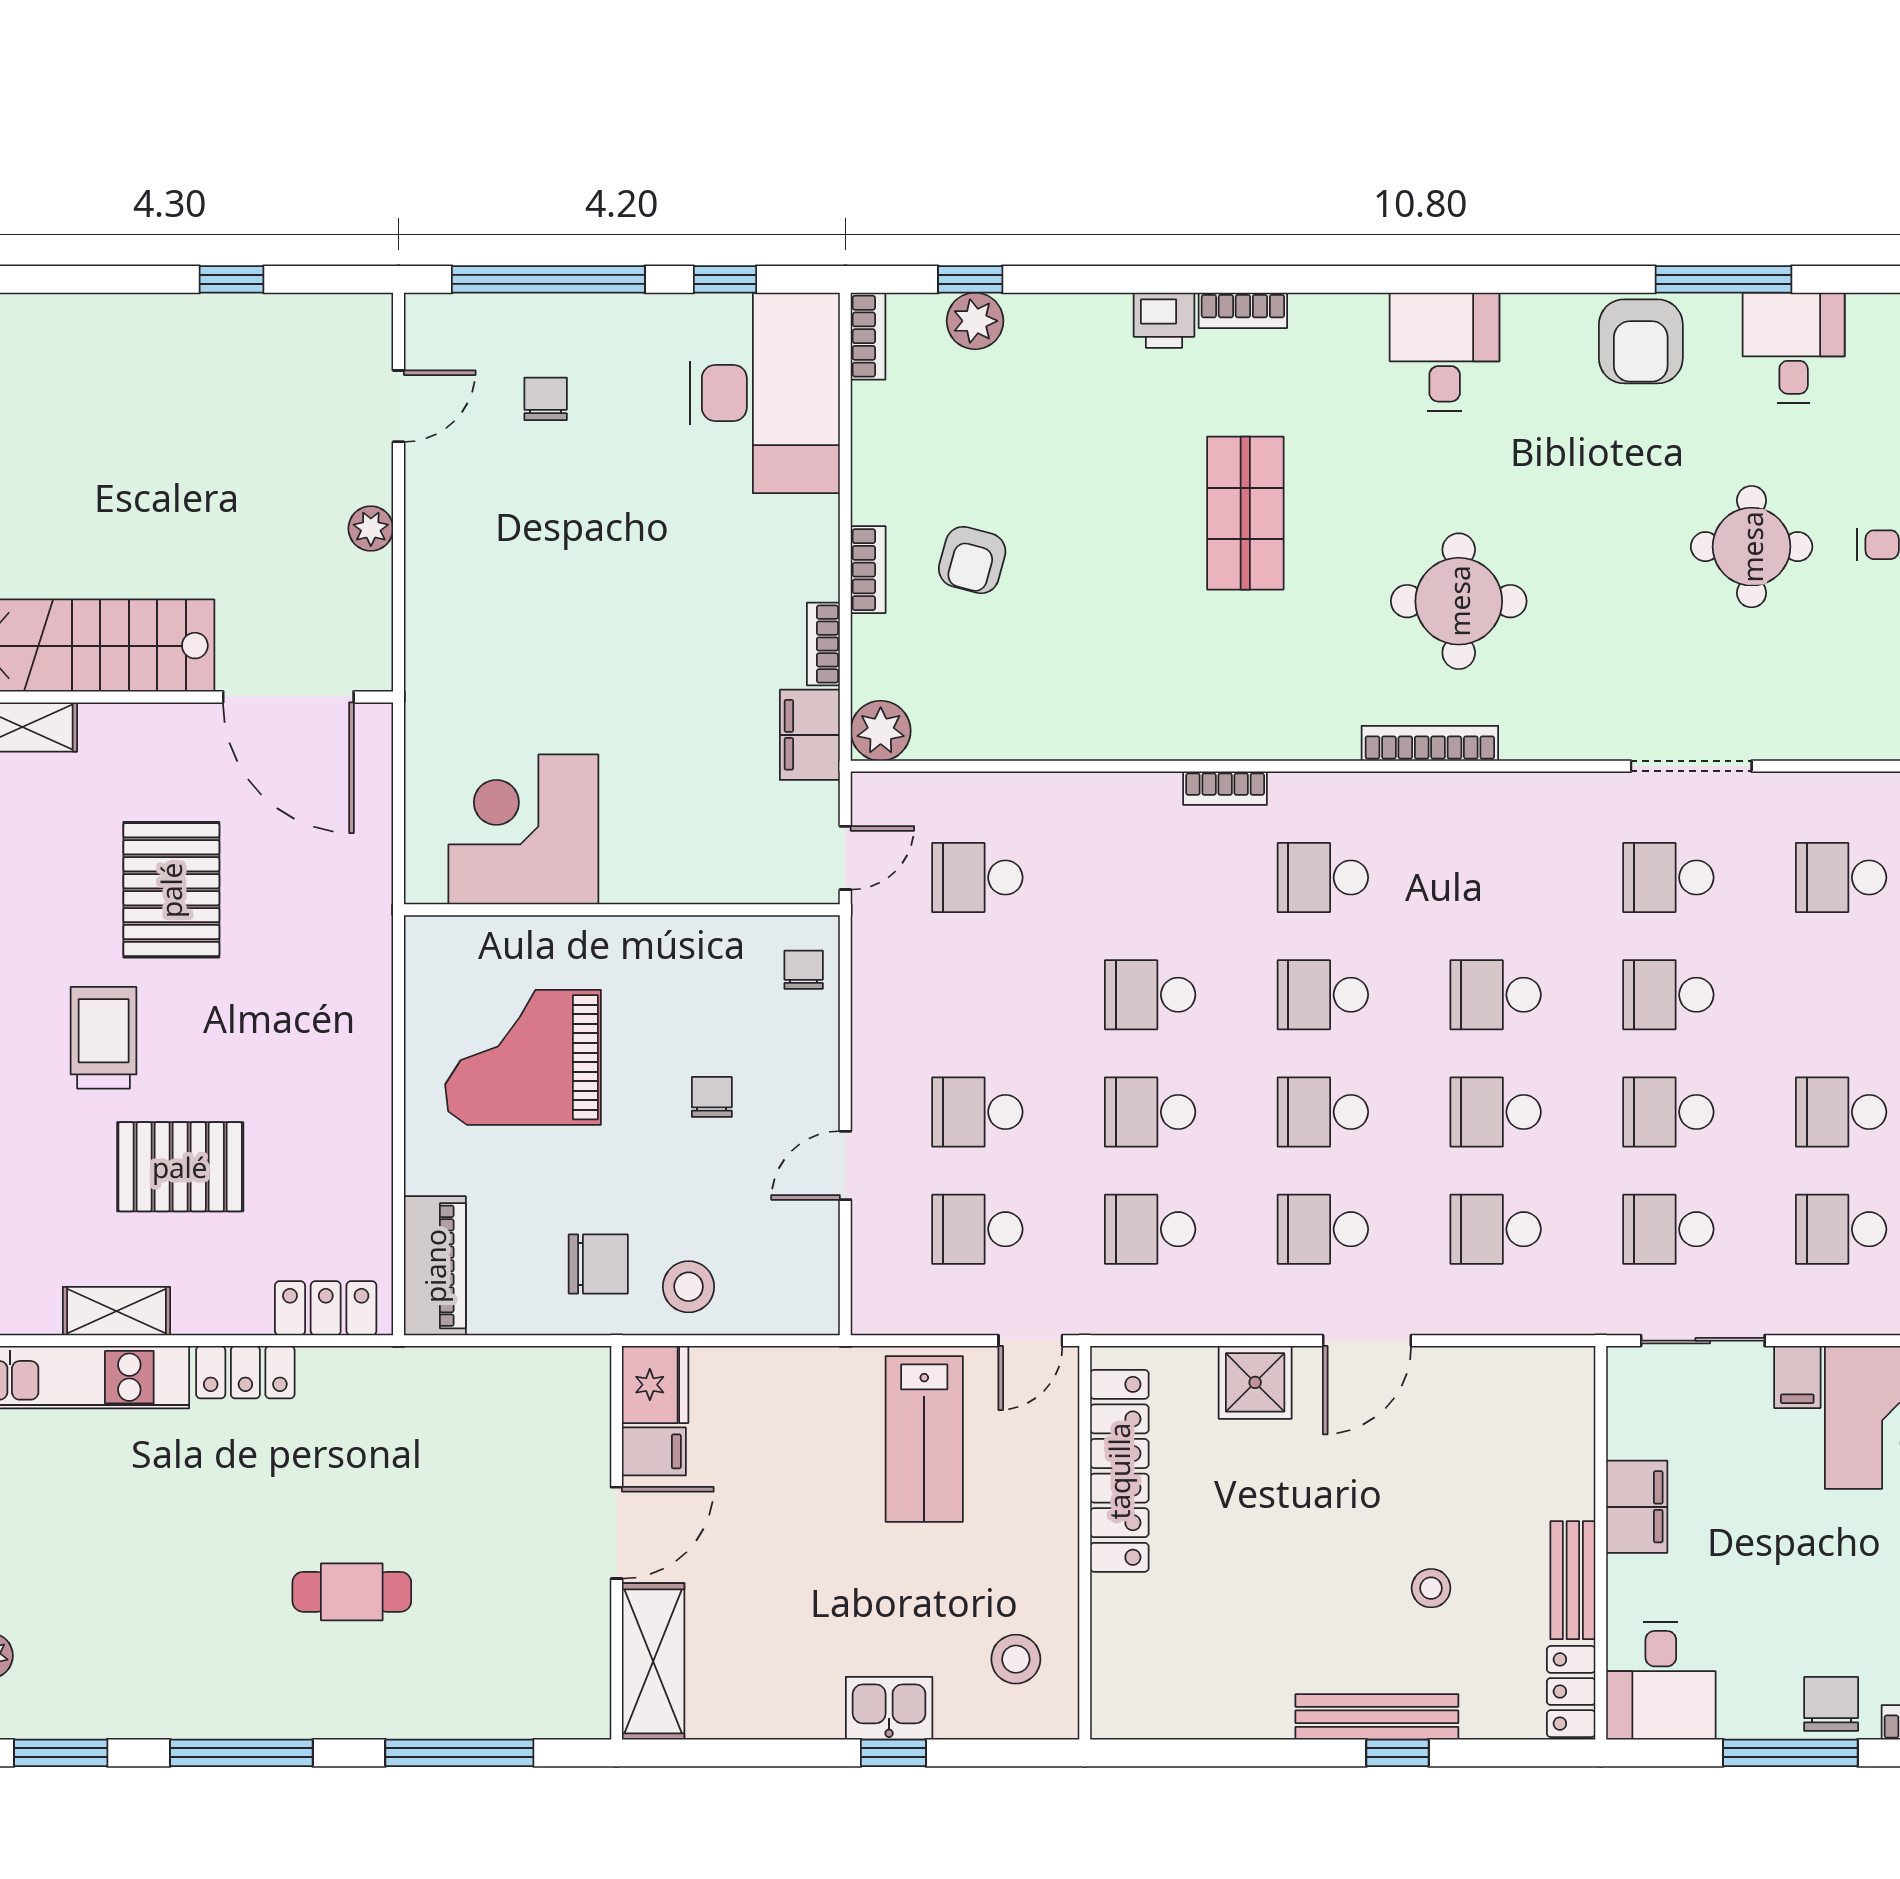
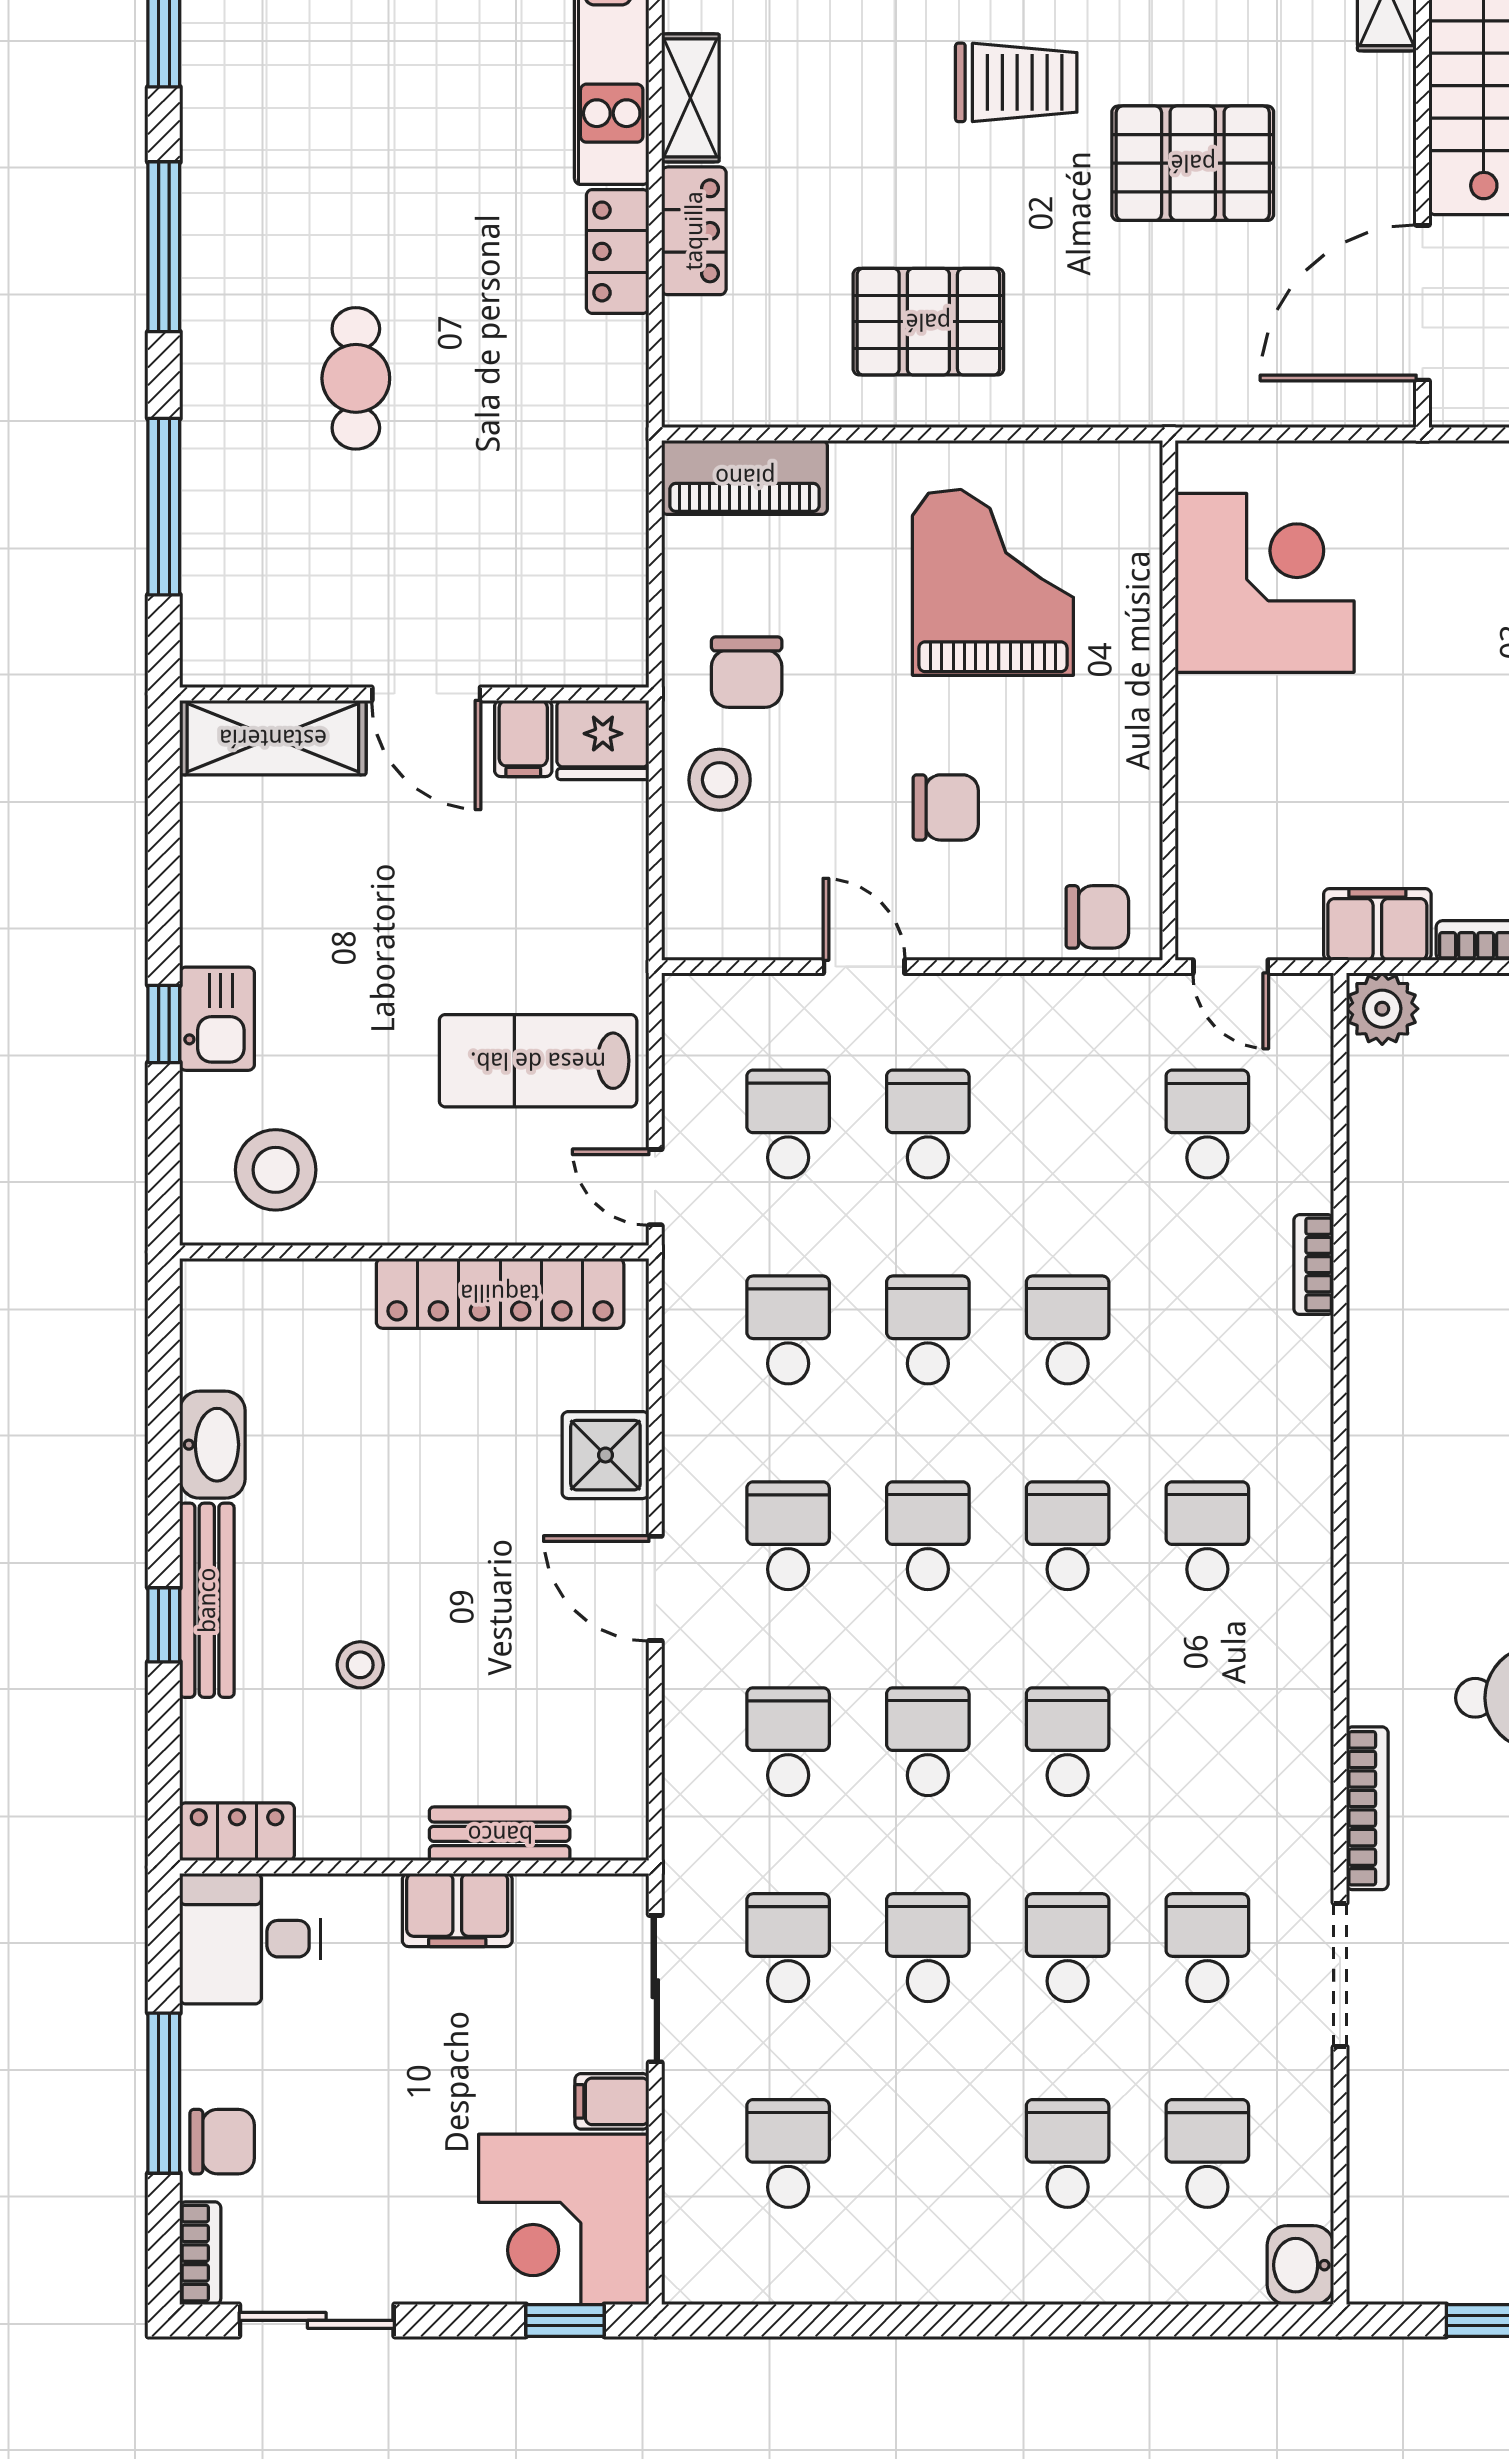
bookcase: (1430, 743) -> (1367, 1808), moved
bookcase: (1225, 788) -> (1314, 1265), moved
chair: (804, 970) -> (1097, 917), width x1.37, depth x1.37
chair: (712, 1097) -> (946, 807), width x1.37, depth x1.37
school desk: (1841, 1112) -> (1068, 2154), moved
pallet: (180, 1167) -> (928, 322), moved, turned 90
locker: (326, 1308) -> (694, 231), moved
bench: (1573, 1580) -> (500, 1834), moved
stool: (1016, 1659) -> (276, 1170), width x1.38, depth x1.38
washbasin: (1246, 1712) -> (212, 1445), added

